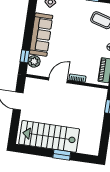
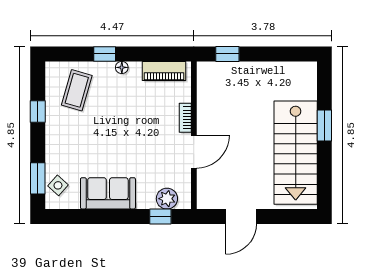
sofa: (41, 35) -> (108, 193), width x0.73
door: (58, 80) -> (194, 152), swing flipped

